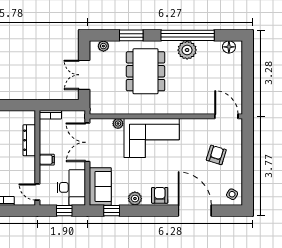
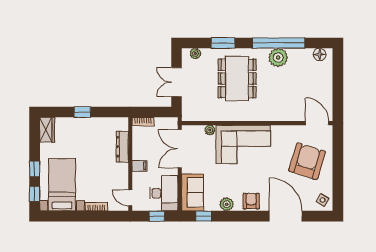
armchair: (216, 155) -> (307, 161), width x1.88, depth x1.88

